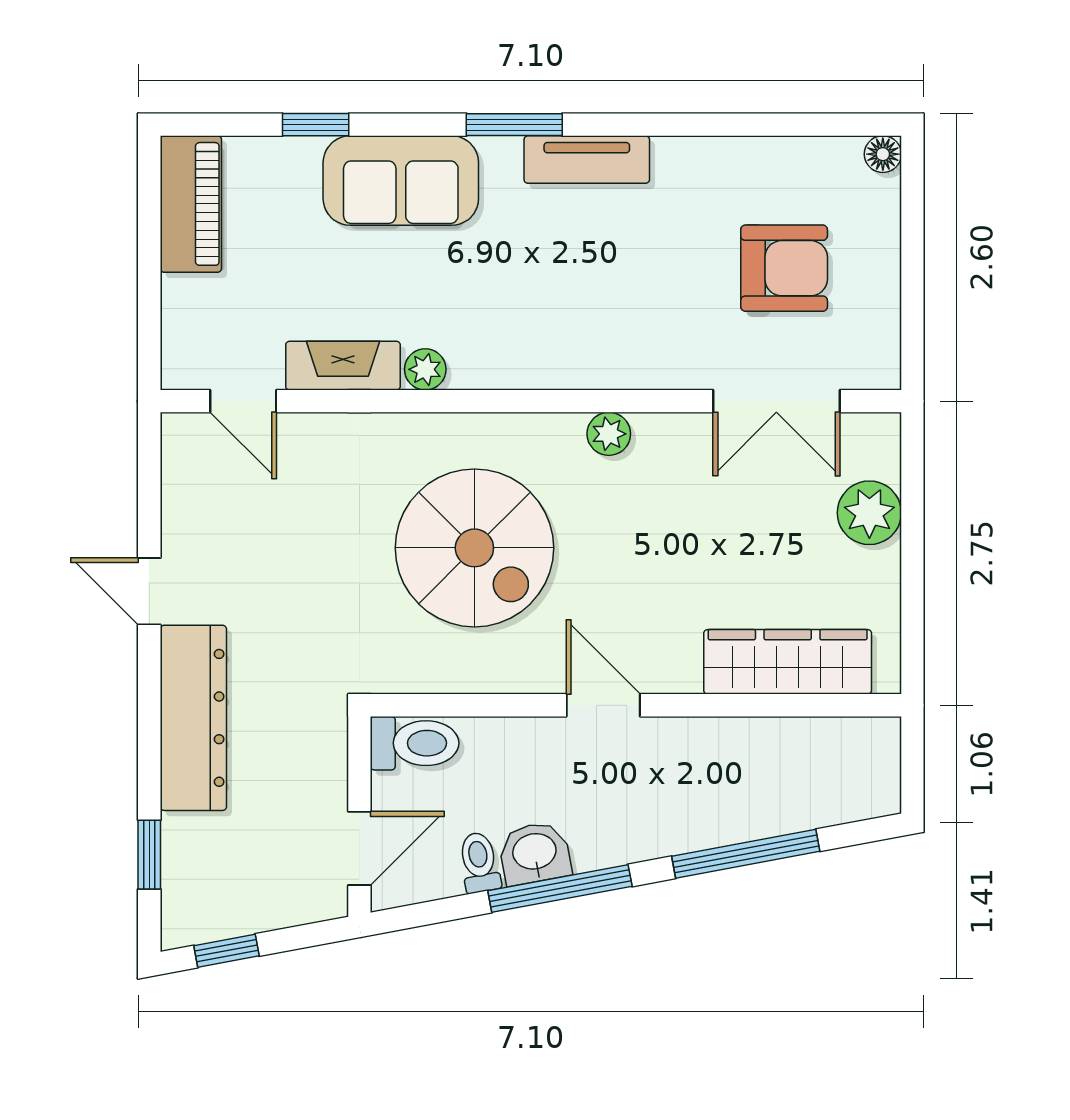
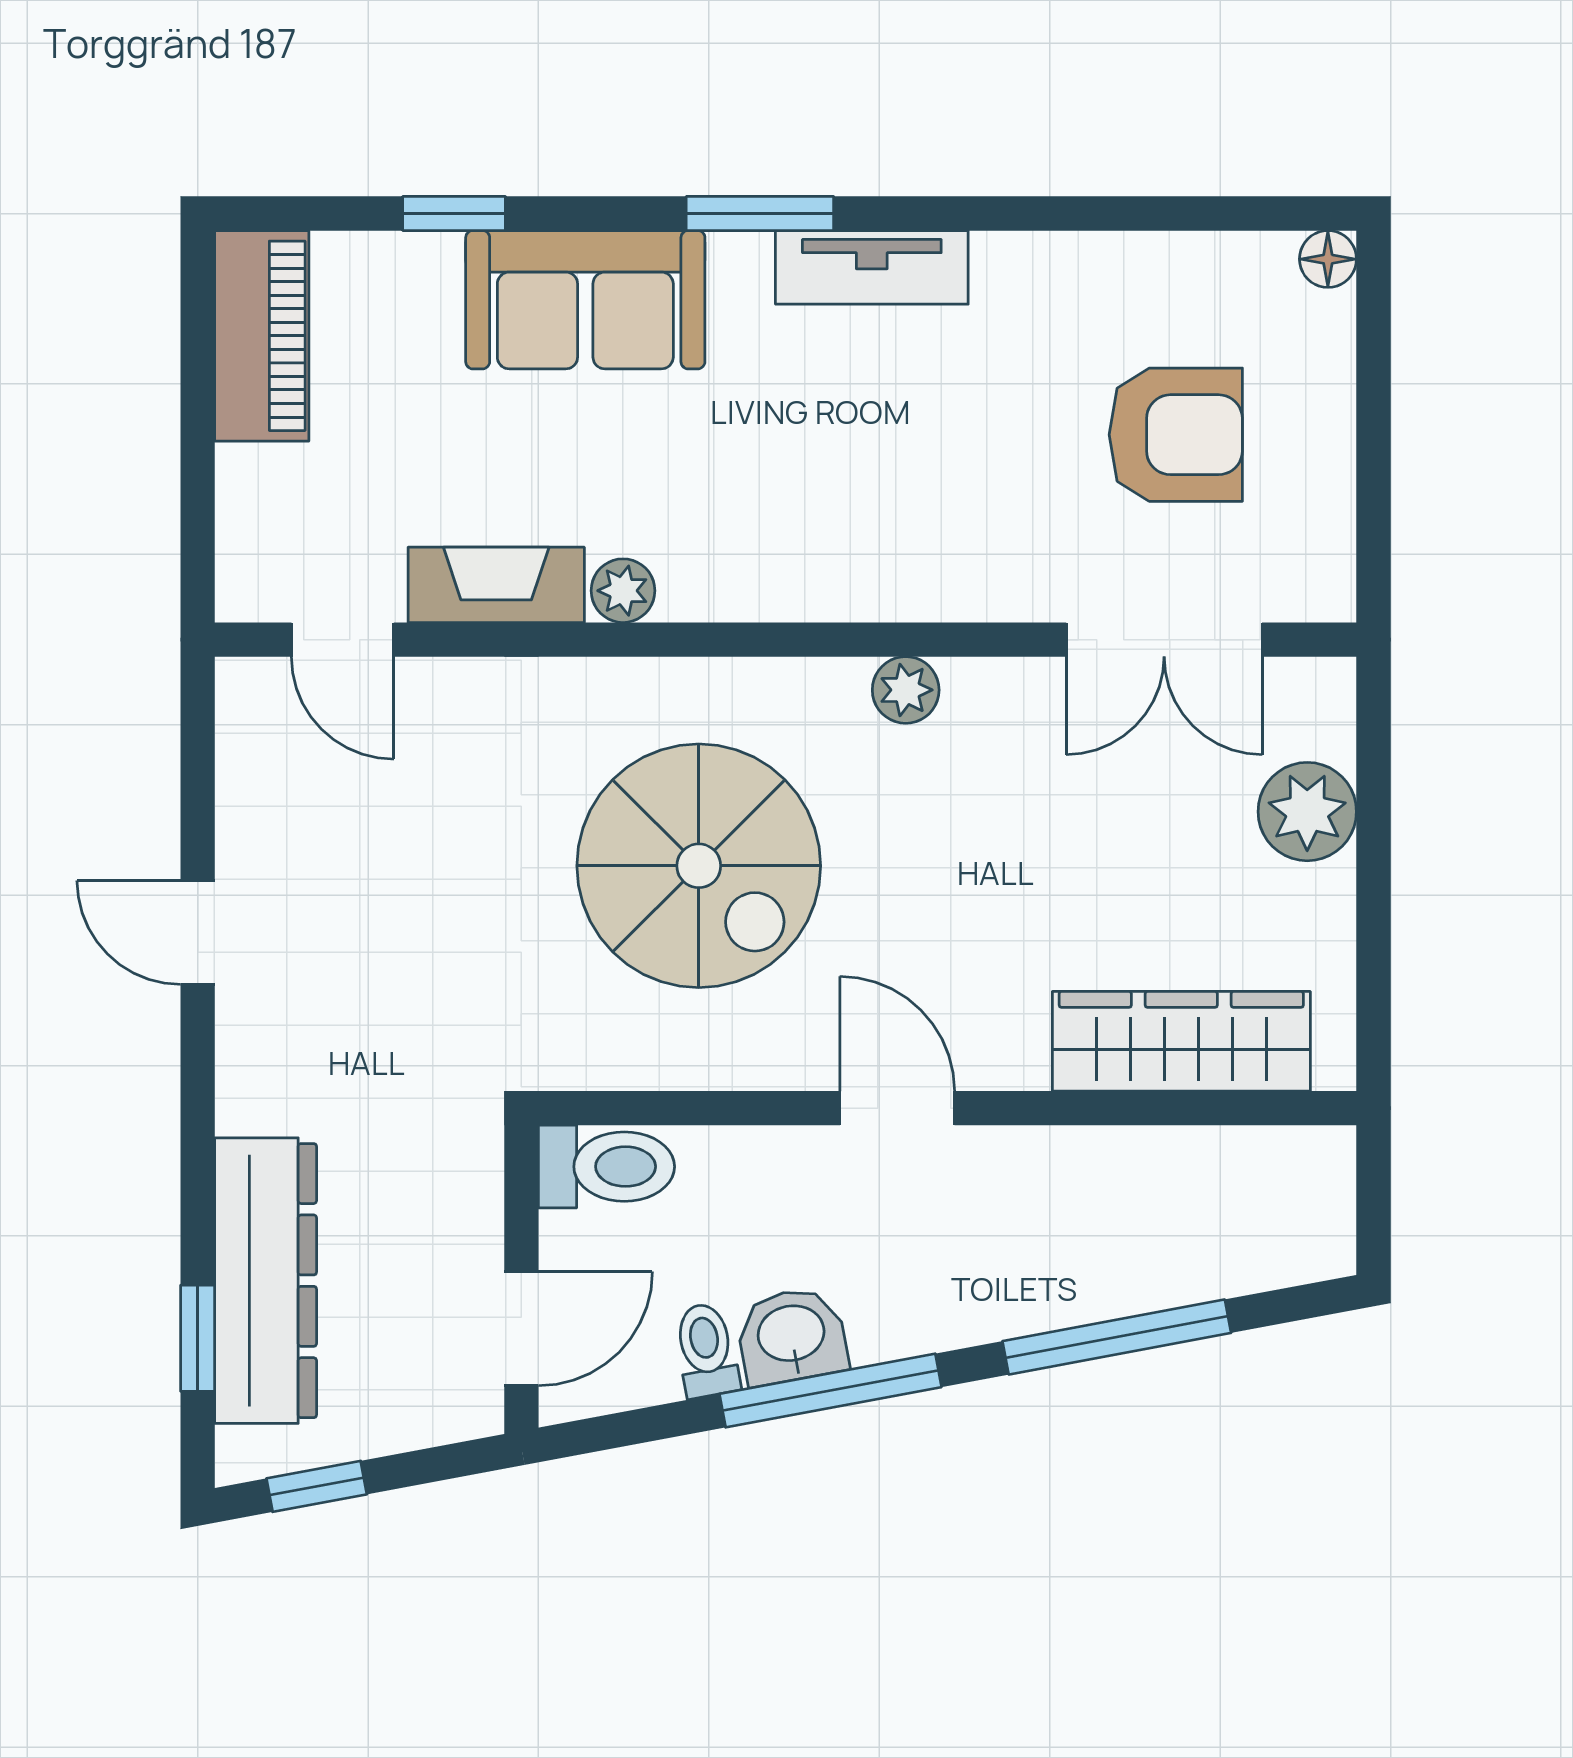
dresser: (193, 718) -> (266, 1281), moved

